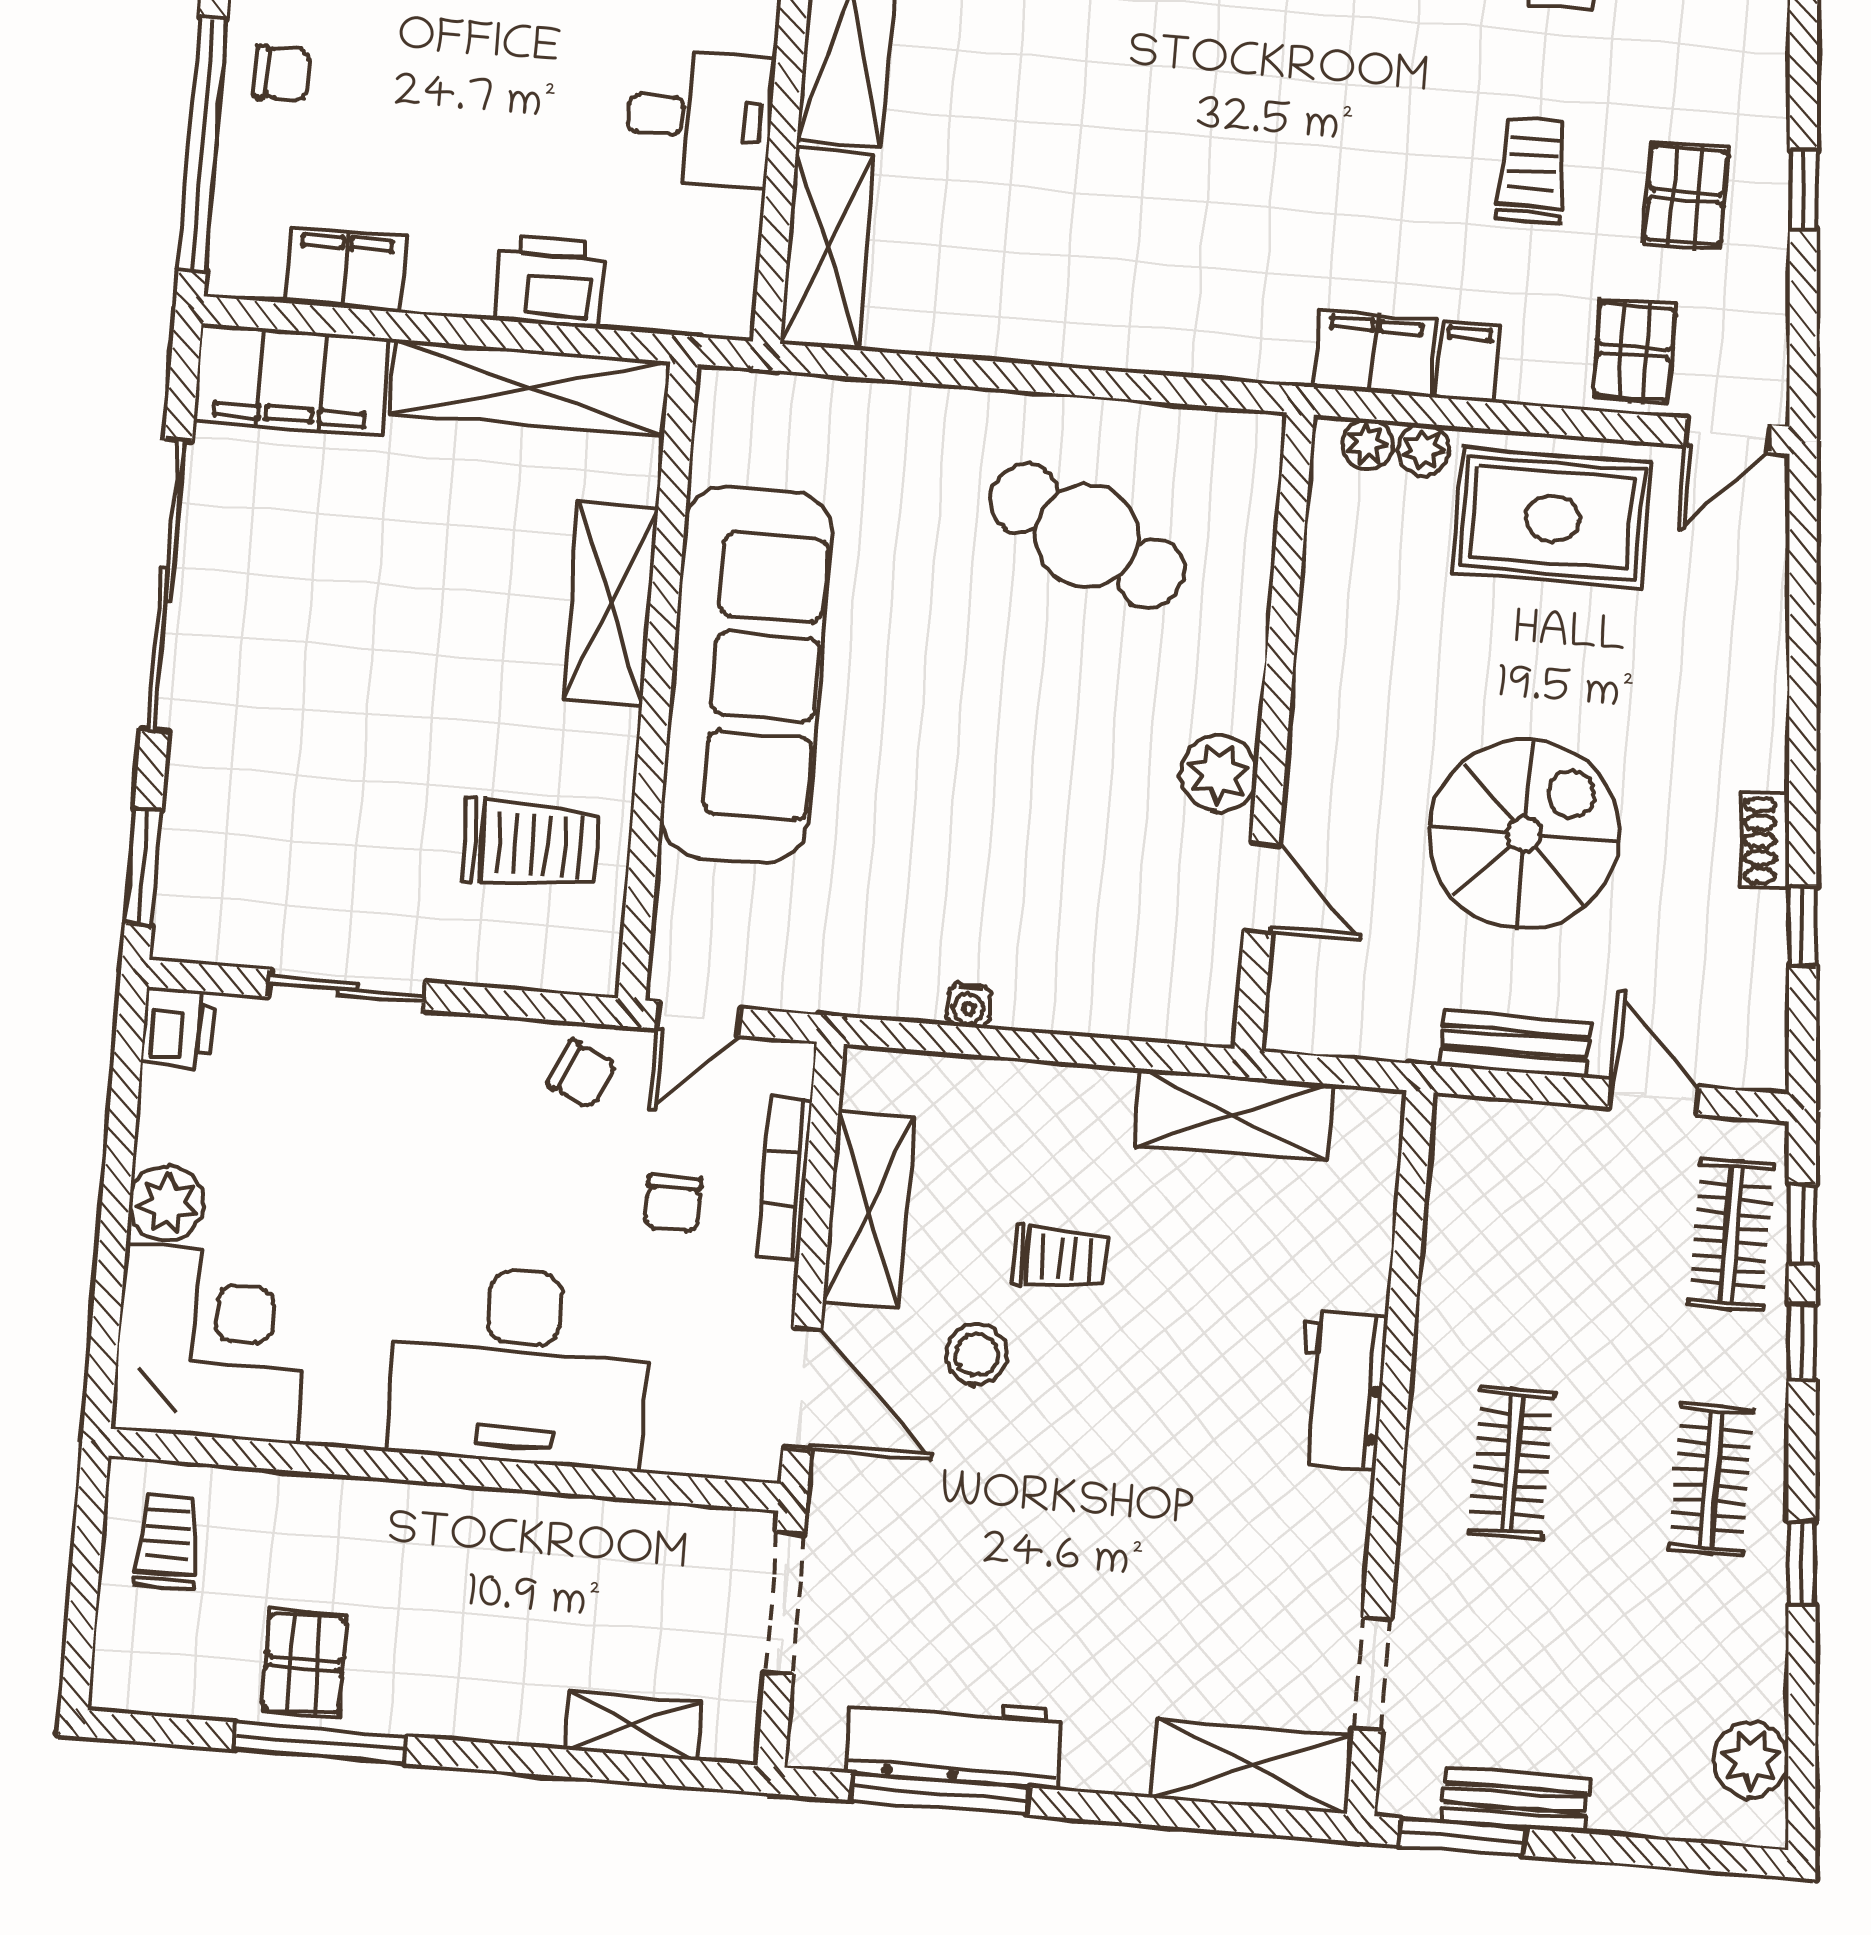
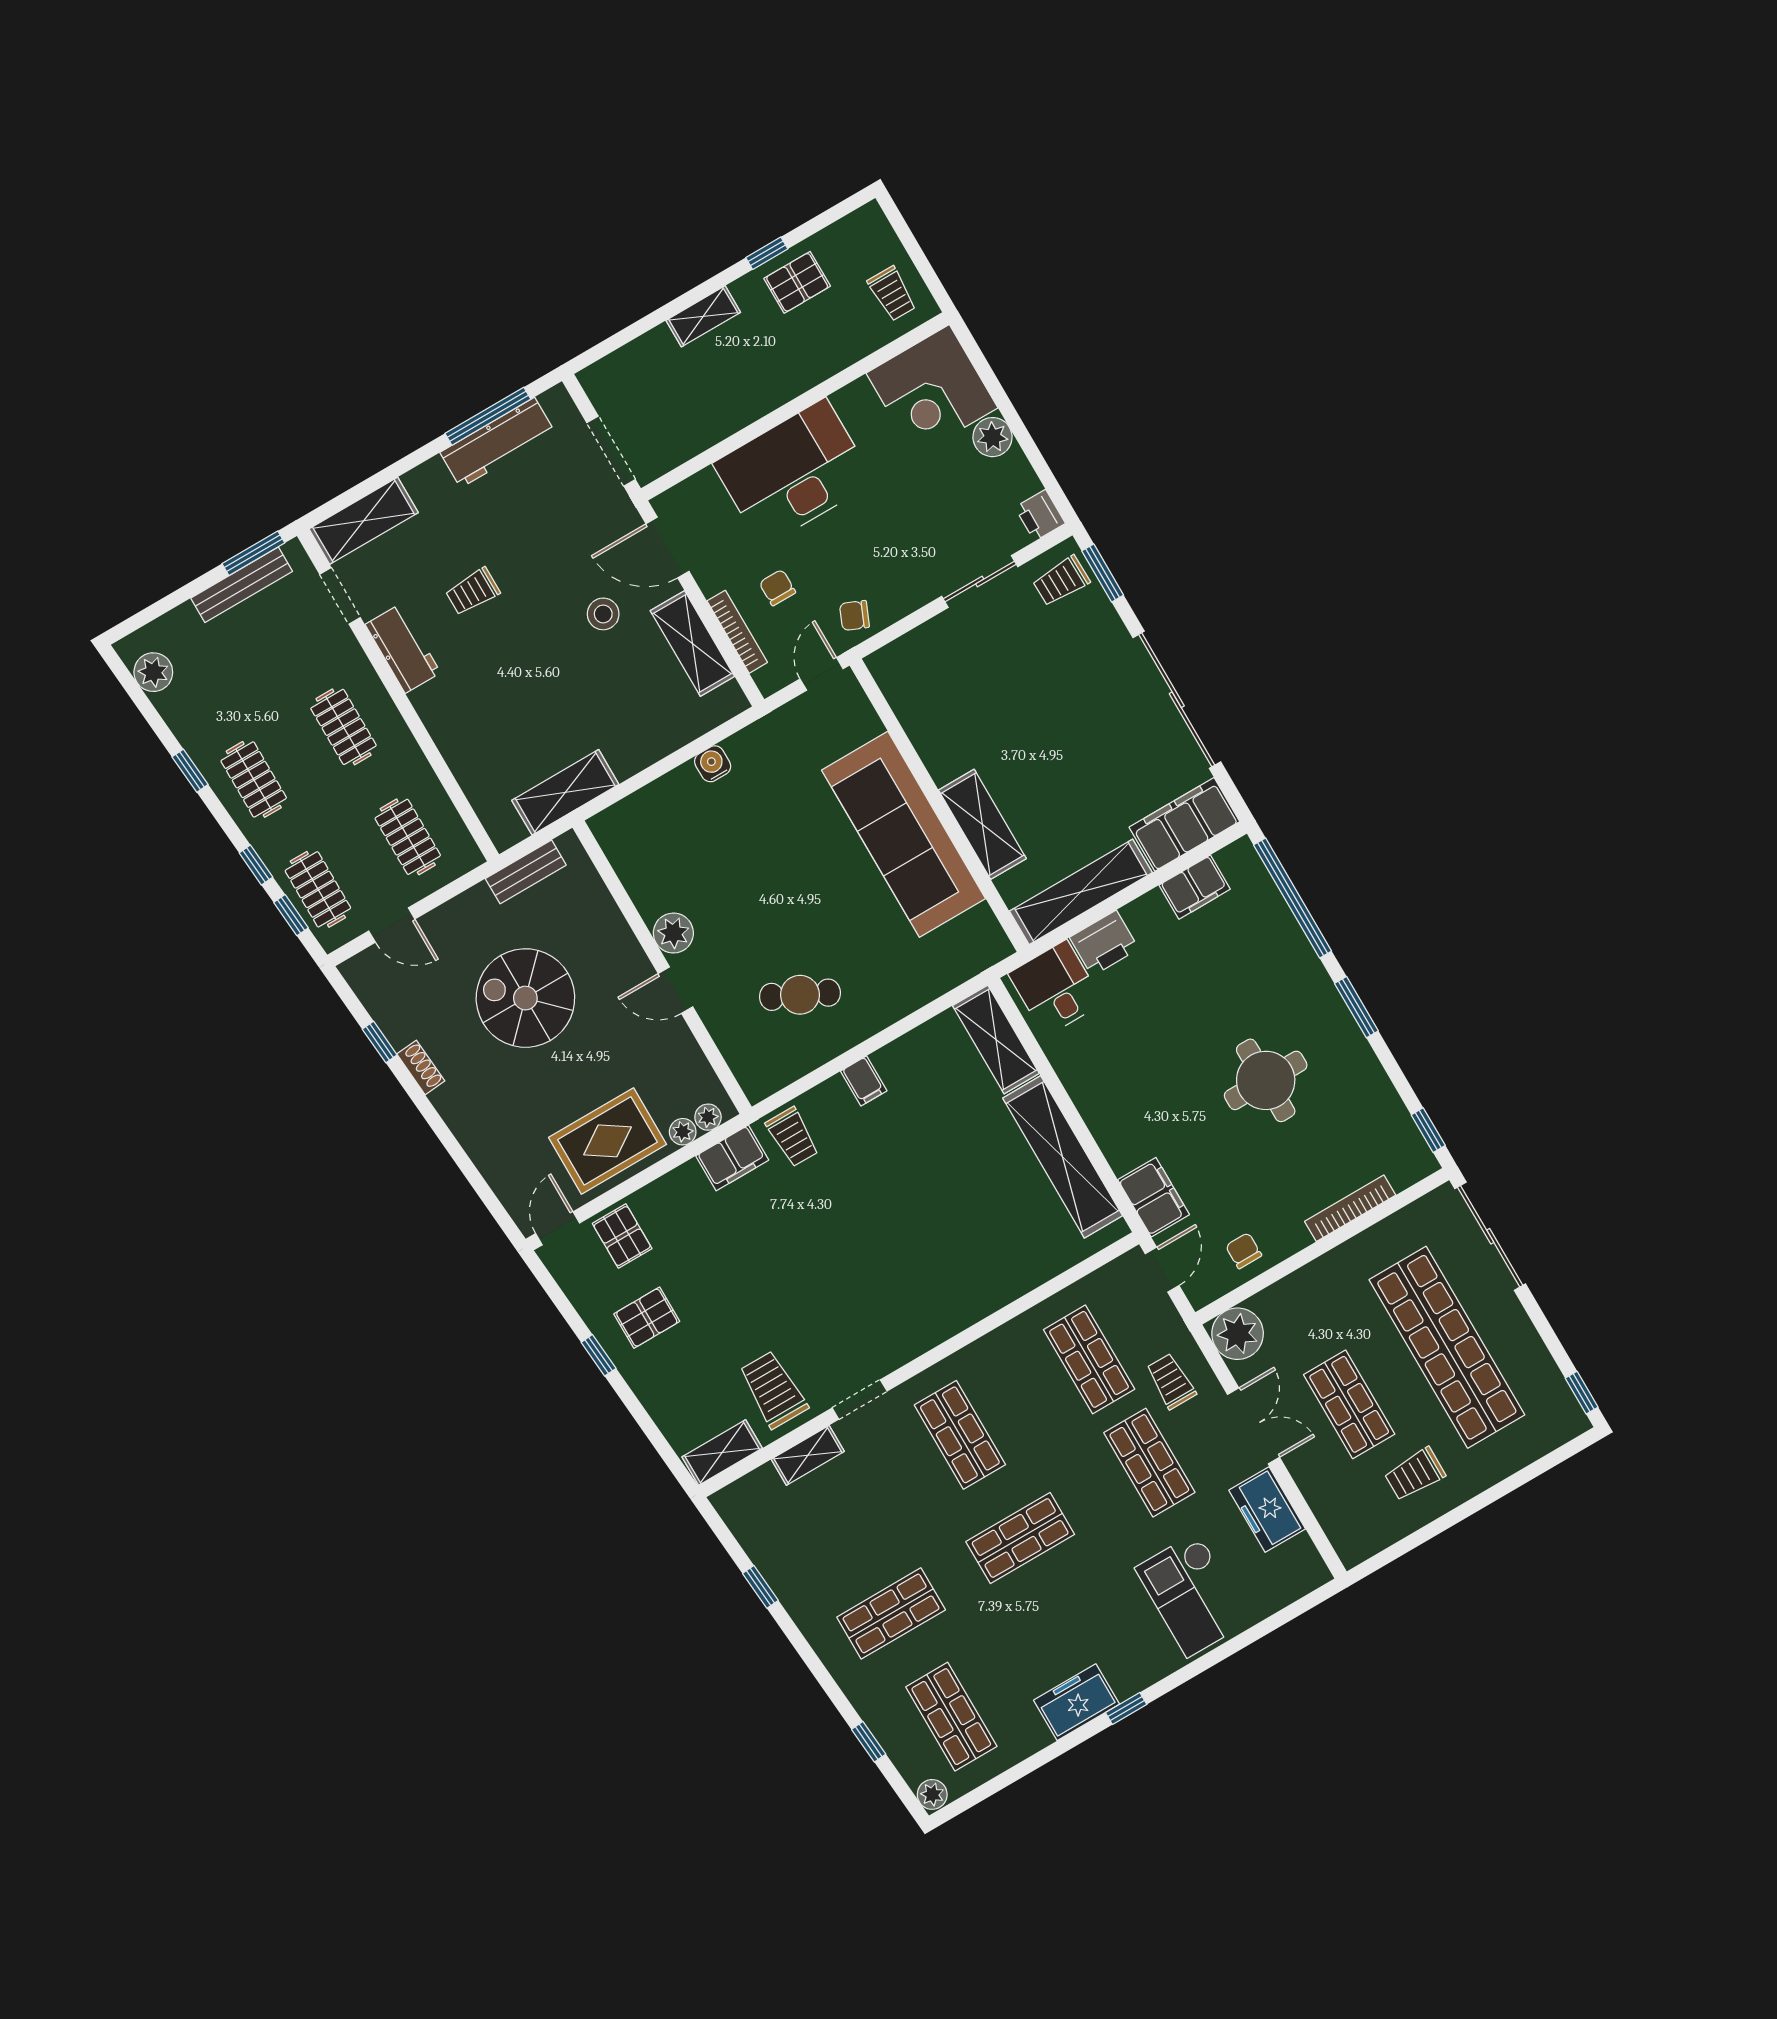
chair: (282, 74) -> (1280, 952), removed
desk: (700, 118) -> (1056, 988), moved, turned 90
trolley: (1532, 171) -> (792, 1137), moved
pallet: (1686, 196) -> (647, 1318), turned 90
filing cabinet: (1468, 361) -> (864, 1081), moved
cafe table: (1087, 536) -> (800, 995), width x0.73, depth x0.74
spiral stairs: (1524, 834) -> (525, 998), turned 90
trolley: (530, 844) -> (1061, 581), moved, width x0.73, depth x0.72
door: (1261, 888) -> (675, 990), moved
water cooler: (969, 1005) -> (713, 764), width x1.38, depth x1.38
bench: (1515, 1044) -> (526, 872), moved
clothes rail: (1532, 1219) -> (408, 837), added
trolley: (1060, 1258) -> (473, 591), moved
workbench: (1342, 1390) -> (403, 649), moved
pallet: (304, 1663) -> (797, 282), turned 90
shelving: (633, 1725) -> (703, 316), moved
window: (320, 1743) -> (767, 253), width x0.46
bench: (1515, 1800) -> (242, 585), width x1.36

